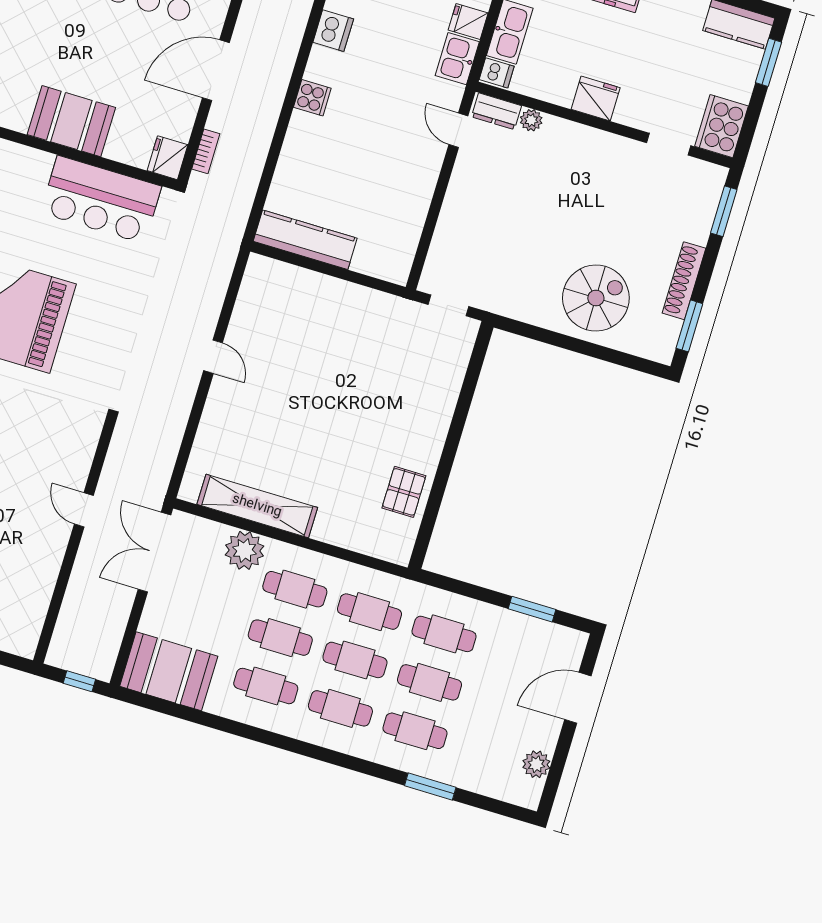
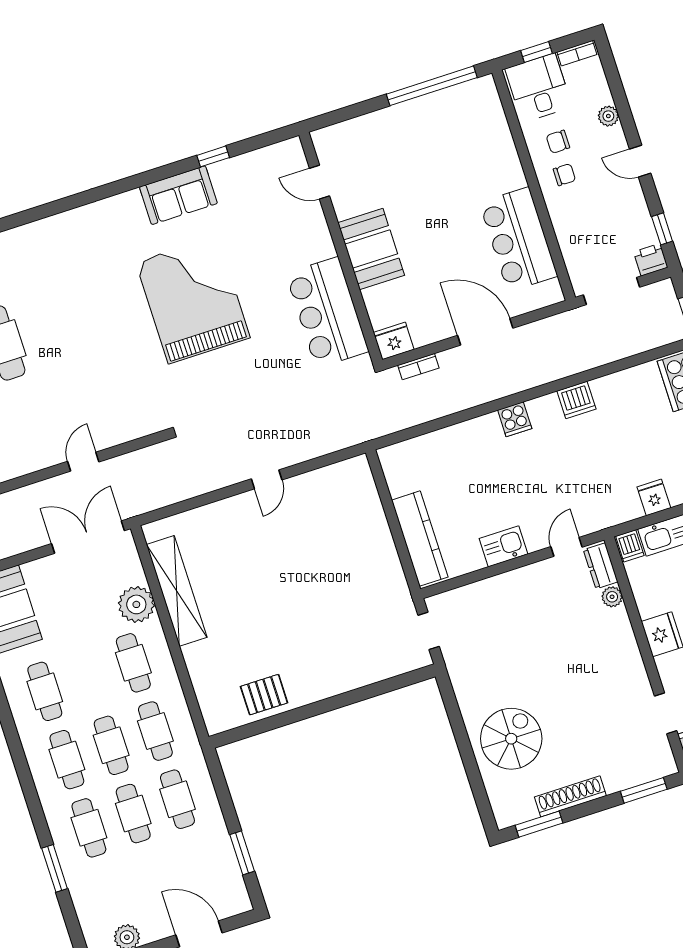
kitchen sink: (457, 59) -> (503, 546), moved
kitchen counter: (305, 240) -> (420, 539), moved
spiral stairs: (596, 298) -> (511, 739), turned -90
cafe table: (280, 638) -> (89, 677), removed

